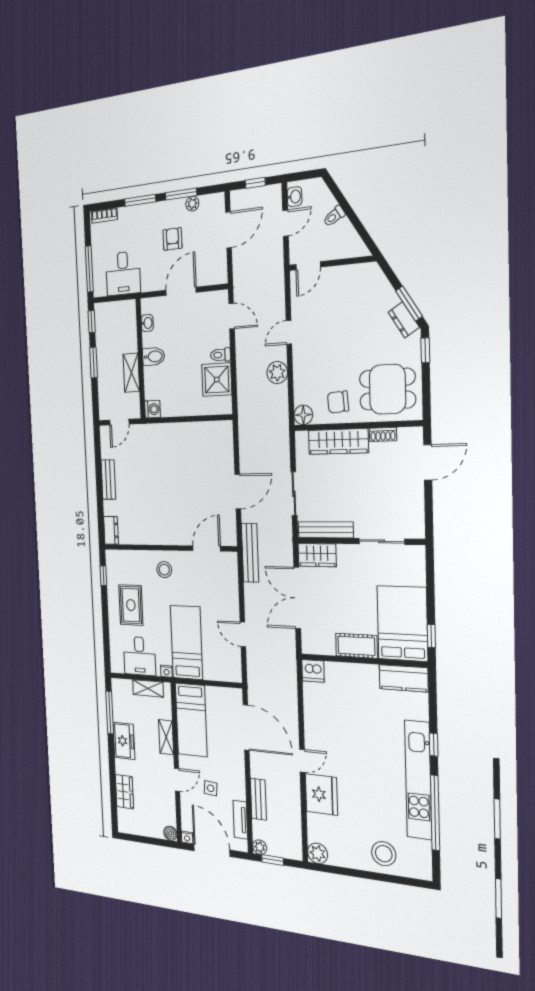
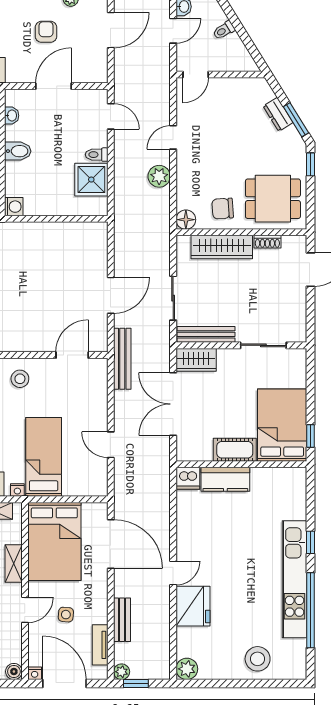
dresser: (404, 320) -> (278, 114), moved
kitchen counter: (404, 678) -> (225, 479), moved
bed: (191, 720) -> (54, 541), width x1.50

